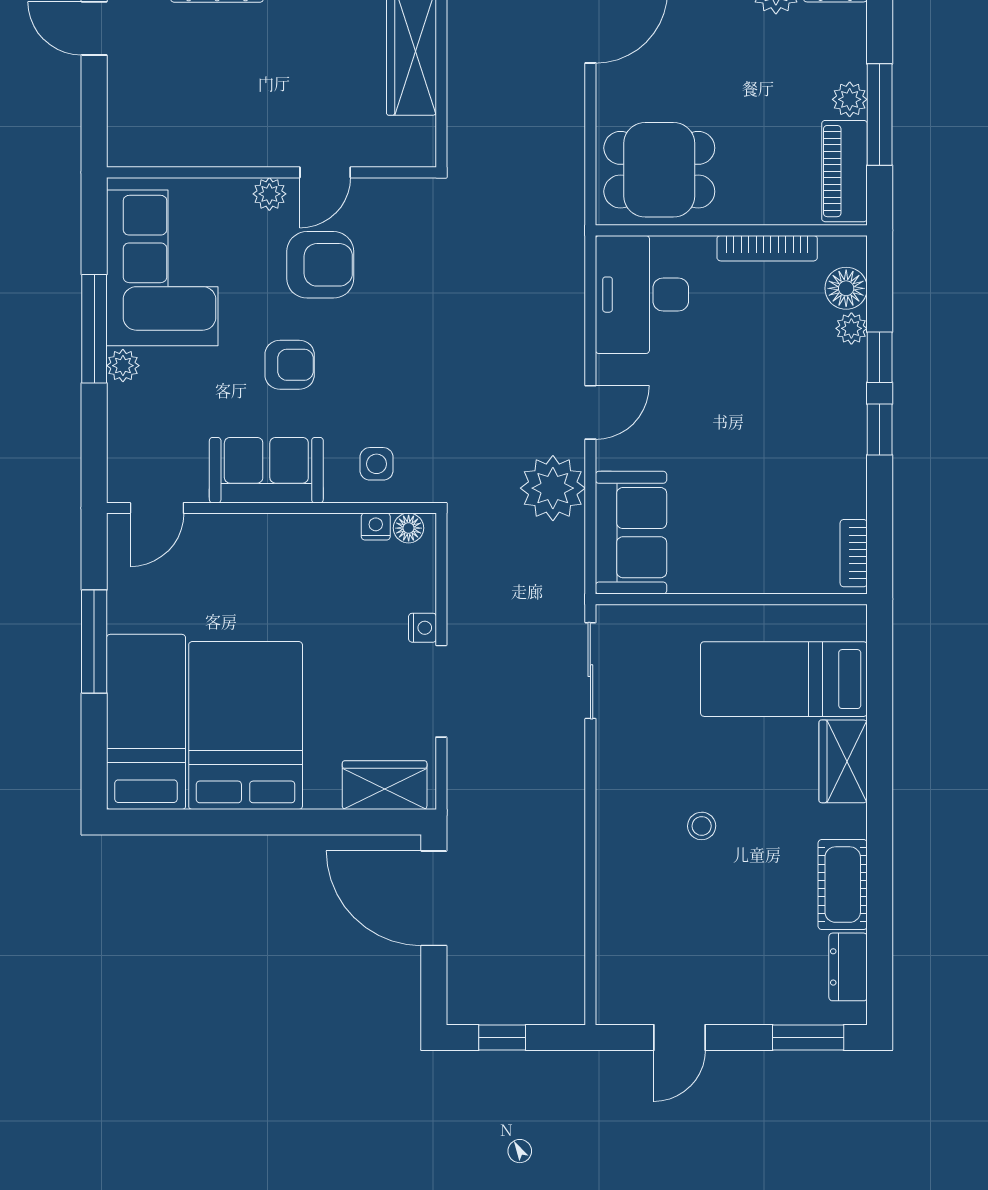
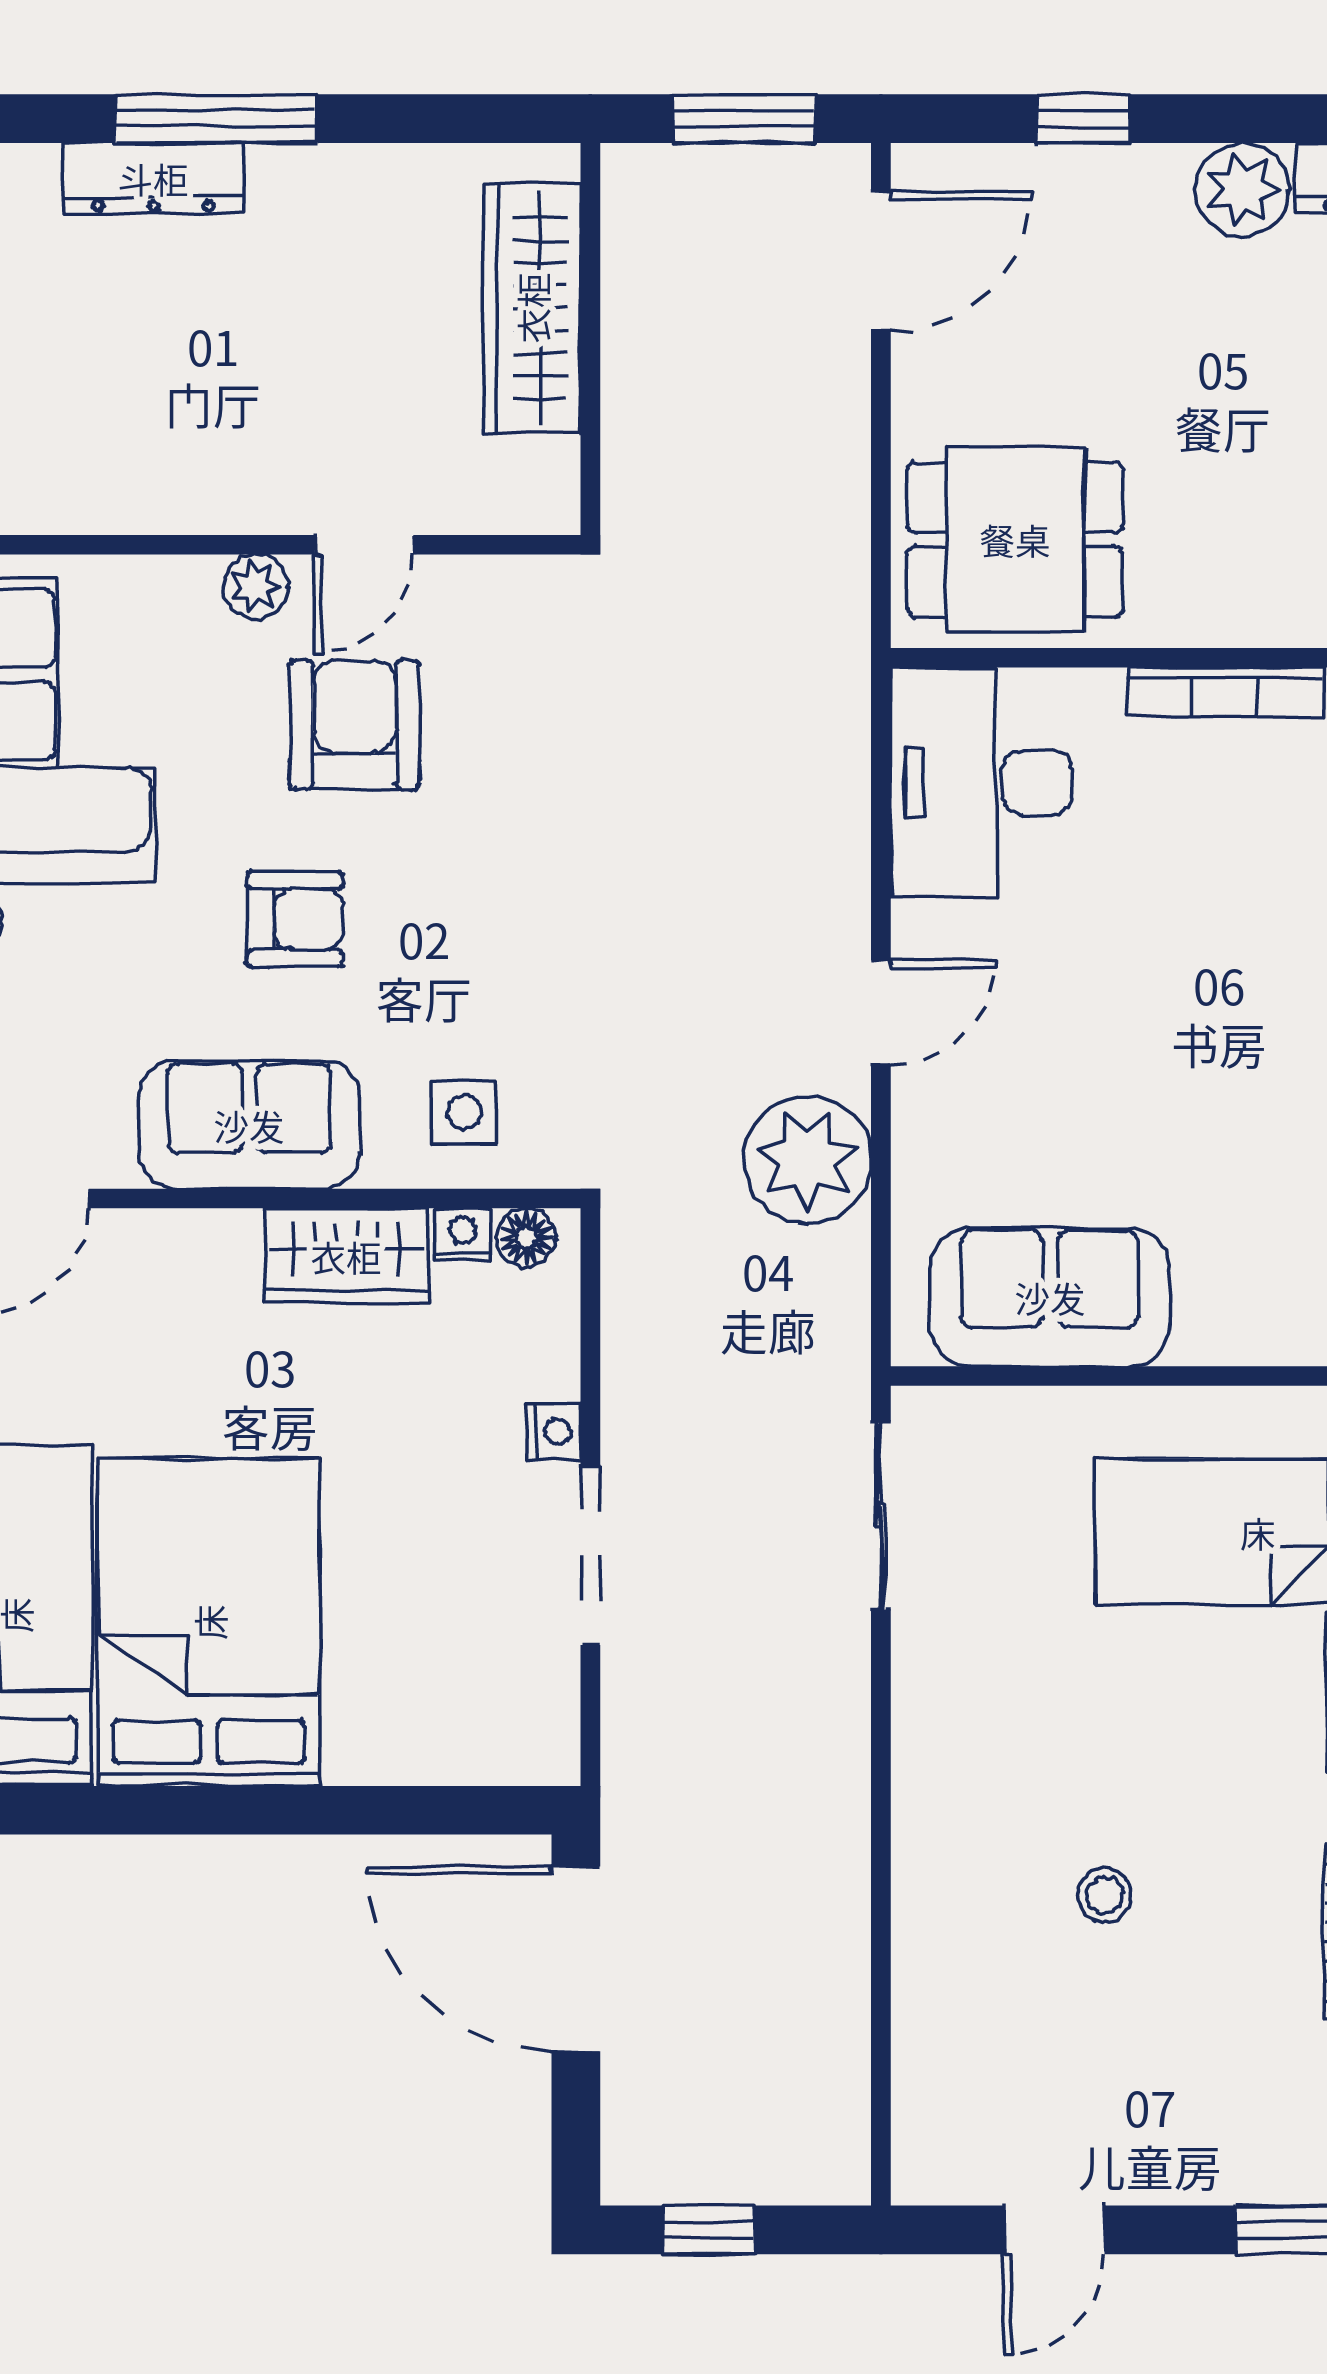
armchair: (320, 265) -> (354, 725), turned -90
sofa: (631, 533) -> (1050, 1297), moved, turned -90
wardrobe: (385, 785) -> (346, 1256), moved, turned 180
stool: (702, 826) -> (1105, 1895), moved

